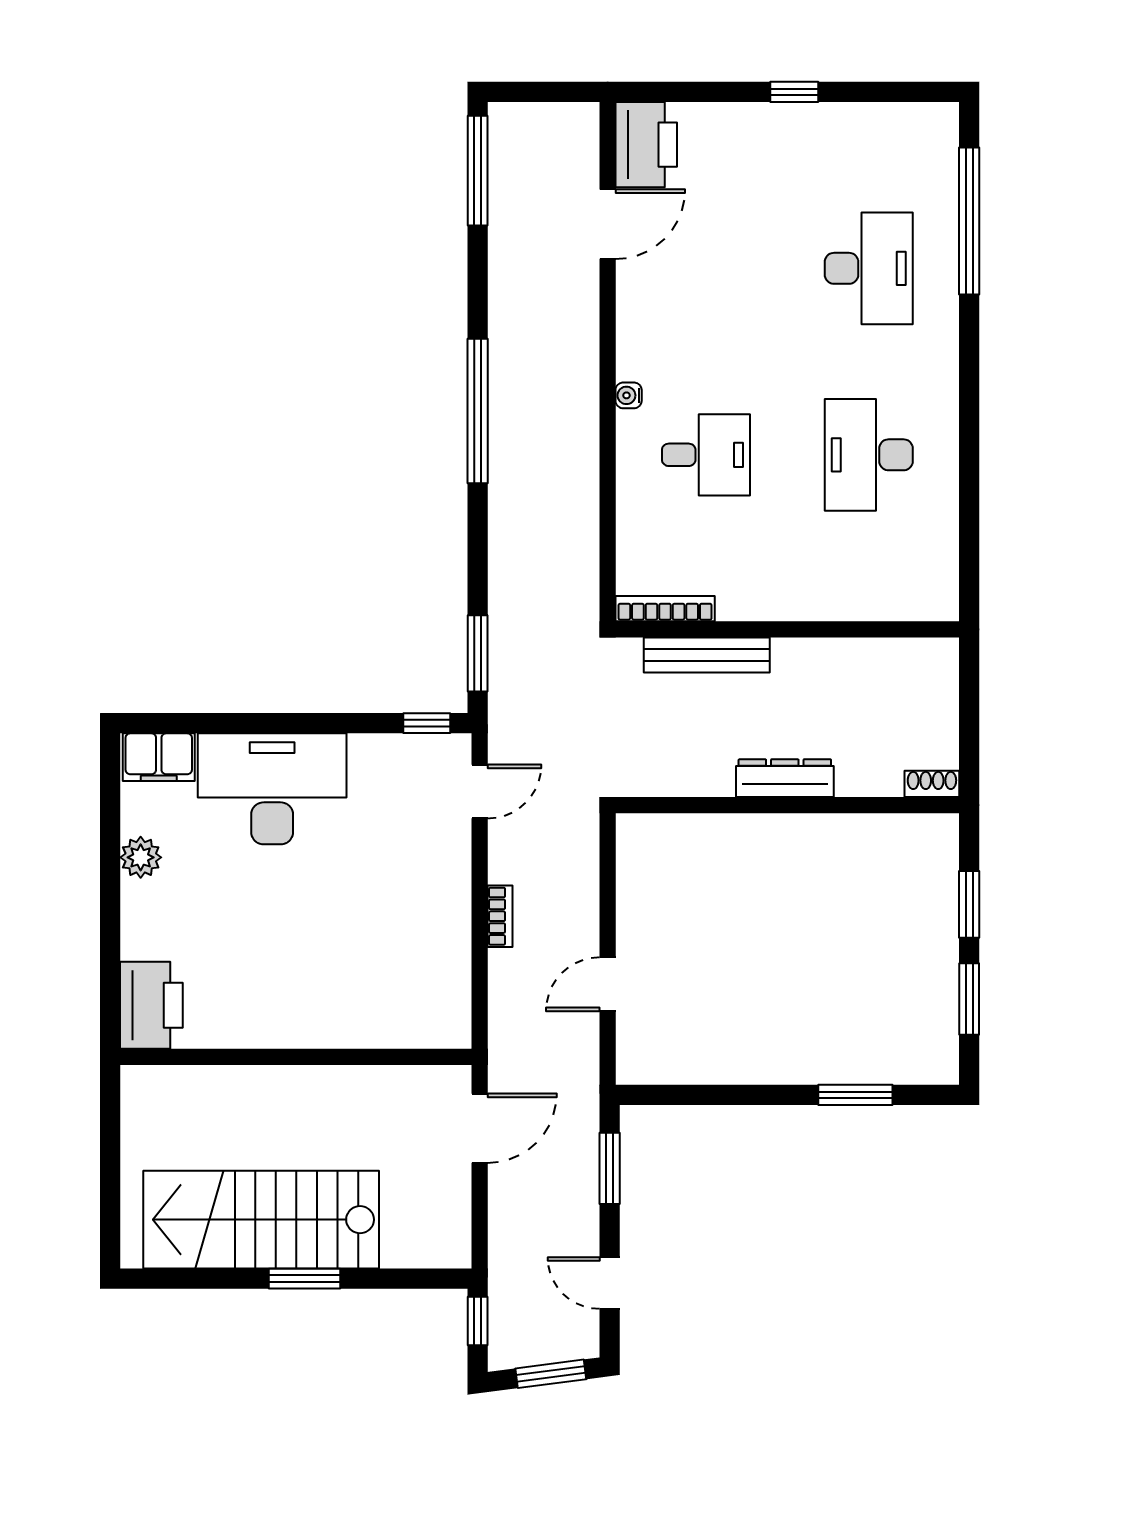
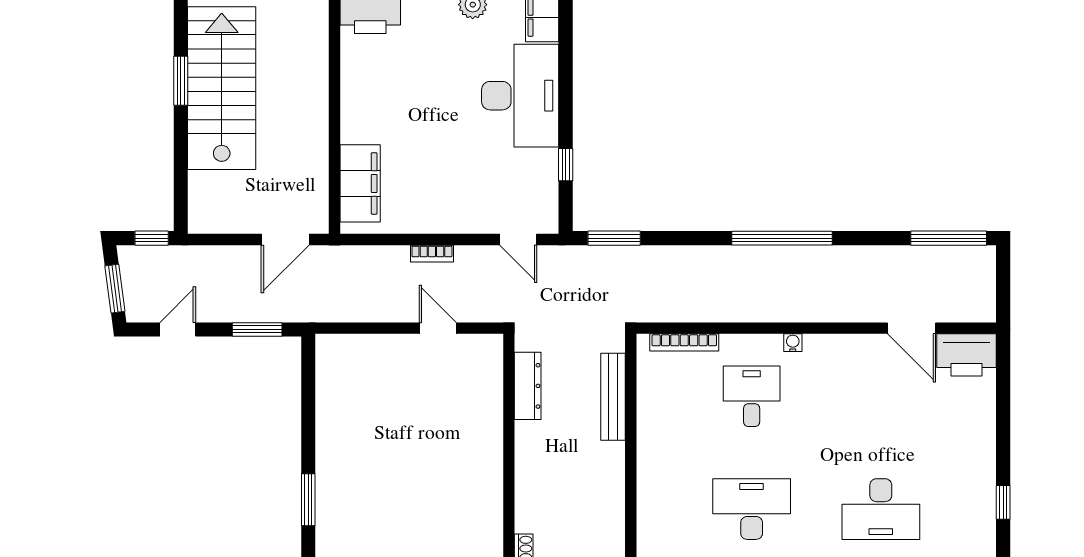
window: (794, 92) -> (1003, 502), moved
desk: (706, 455) -> (752, 396), turned 180
bookcase: (665, 609) -> (684, 342), moved, turned 90
window: (427, 723) -> (566, 165), moved
dresser: (785, 778) -> (528, 386), moved
door: (608, 984) -> (438, 328), moved
filing cabinet: (399, 1020) -> (360, 183), added
door: (480, 1128) -> (285, 239), hinge flipped
window: (304, 1279) -> (181, 81), moved

